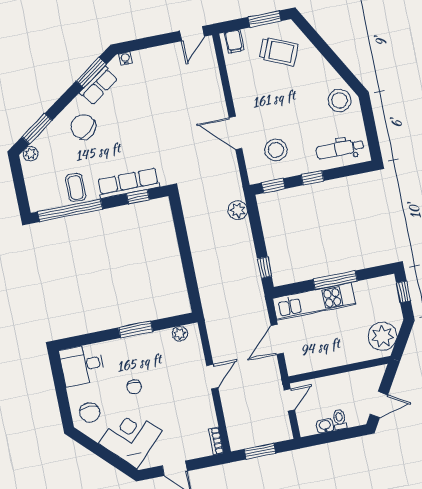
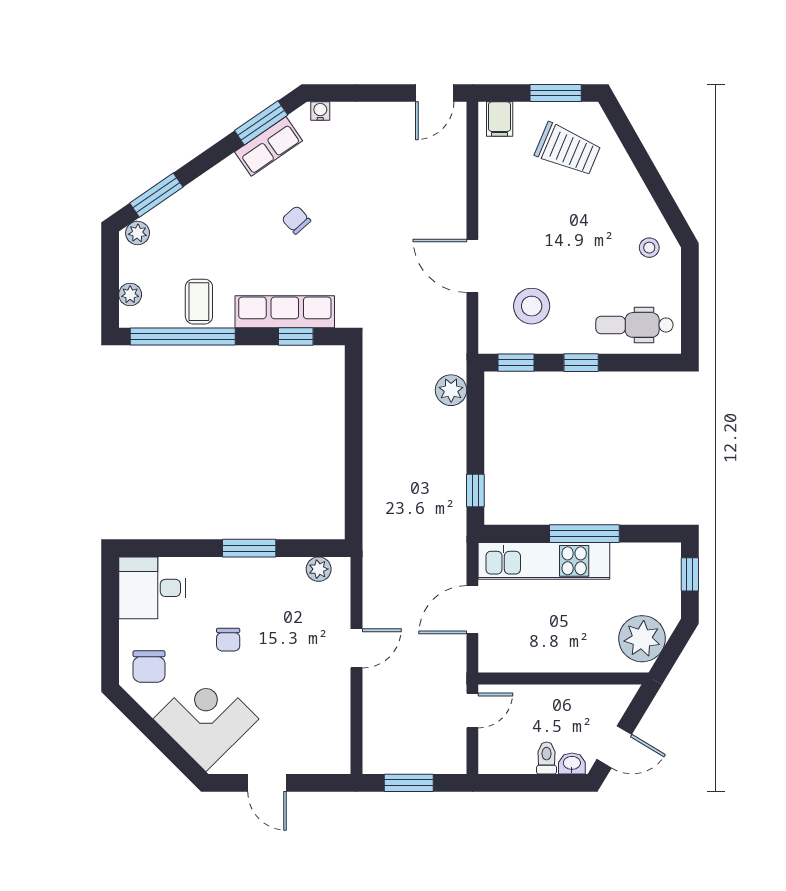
stool: (339, 101) -> (649, 248), width x0.53, depth x0.53
chair: (83, 127) -> (296, 220), moved, width x0.54, depth x0.54
plant: (33, 192) -> (130, 295), added
washbasin: (325, 426) -> (572, 764), moved
bookcase: (216, 441) -> (342, 752), removed

